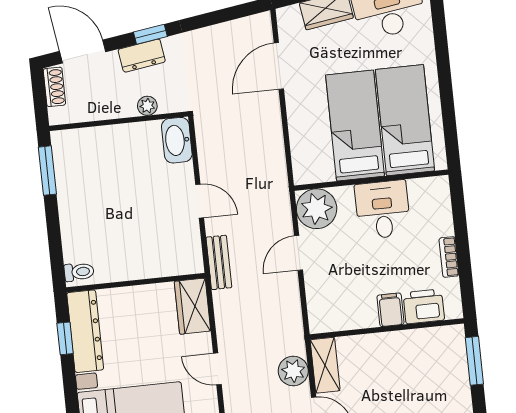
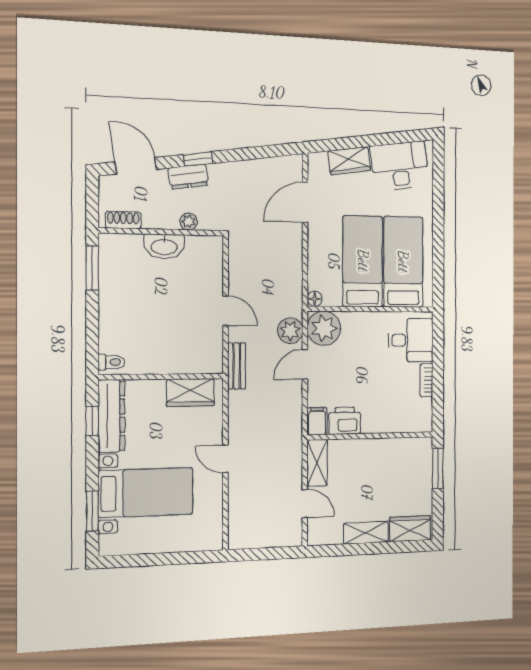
shoe rack: (54, 87) -> (123, 220), moved, turned -90
washbasin: (177, 140) -> (164, 246), moved, turned -90
floor lamp: (302, 176) -> (315, 299), added
desk: (383, 210) -> (411, 340), moved, turned 90
wardrobe: (192, 306) -> (190, 392), moved, turned -90
printer: (424, 306) -> (345, 421), moved
filing cabinet: (391, 310) -> (317, 421), moved
plant: (293, 371) -> (290, 331), moved

